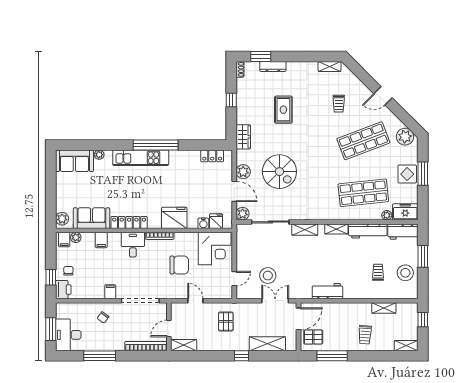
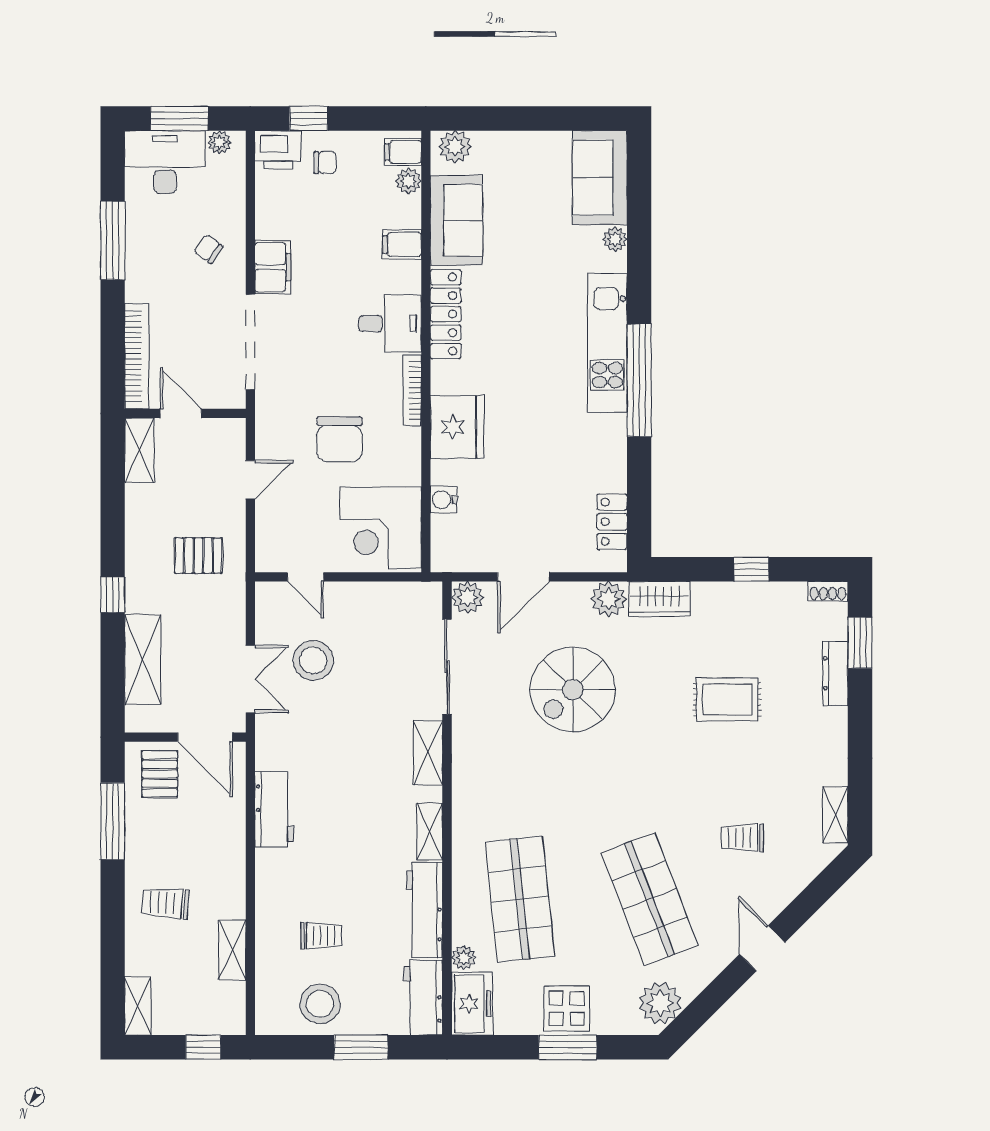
plant: (243, 172) -> (609, 599), moved
fridge: (216, 221) -> (449, 531), removed
filing cabinet: (110, 292) -> (273, 267), width x2.00
plant: (60, 313) -> (219, 142), added

